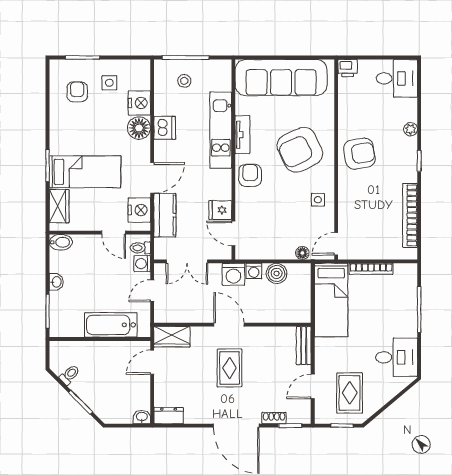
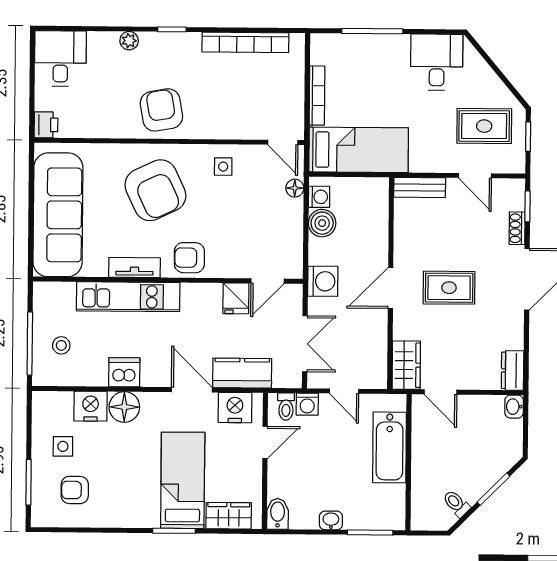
washing machine: (254, 271) -> (319, 197), moved

